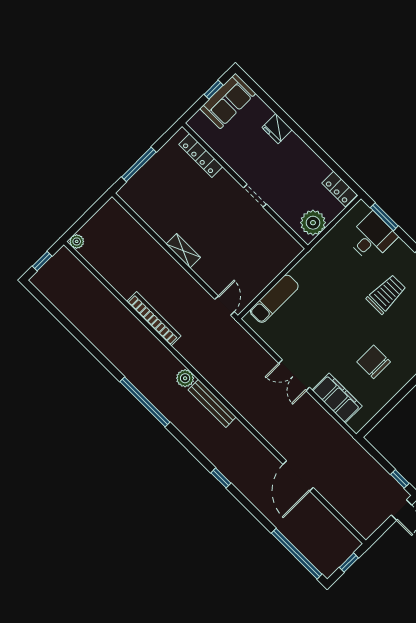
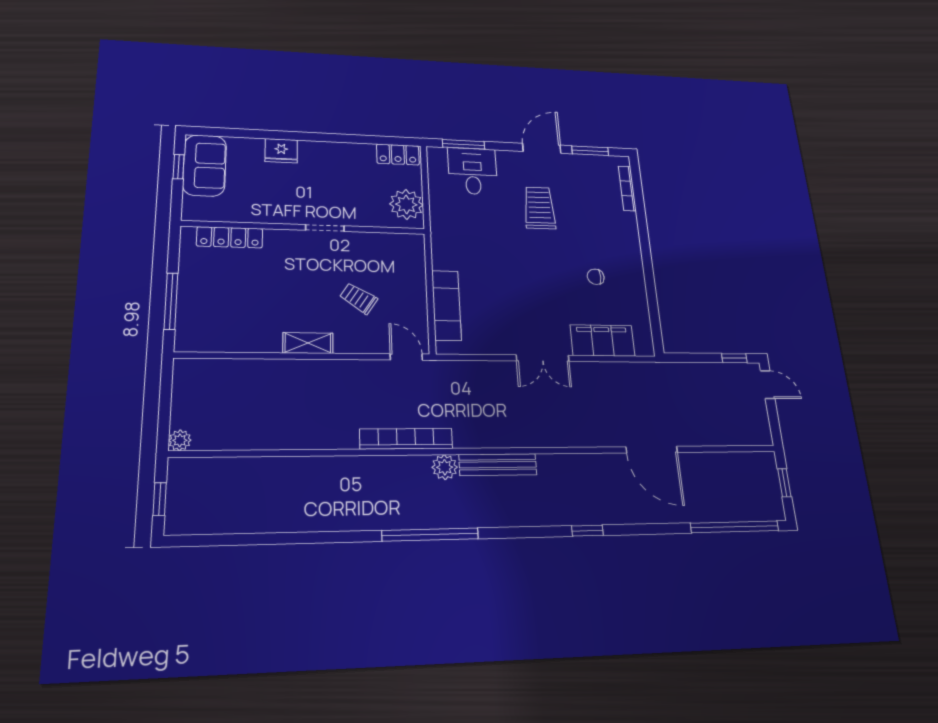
trolley: (233, 251) -> (358, 298), added
bookcase: (154, 319) -> (406, 439), moved
chair: (374, 362) -> (596, 277), width x0.54, depth x0.54

